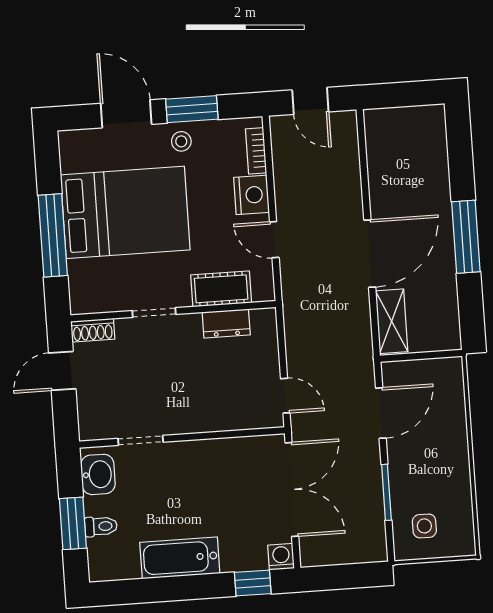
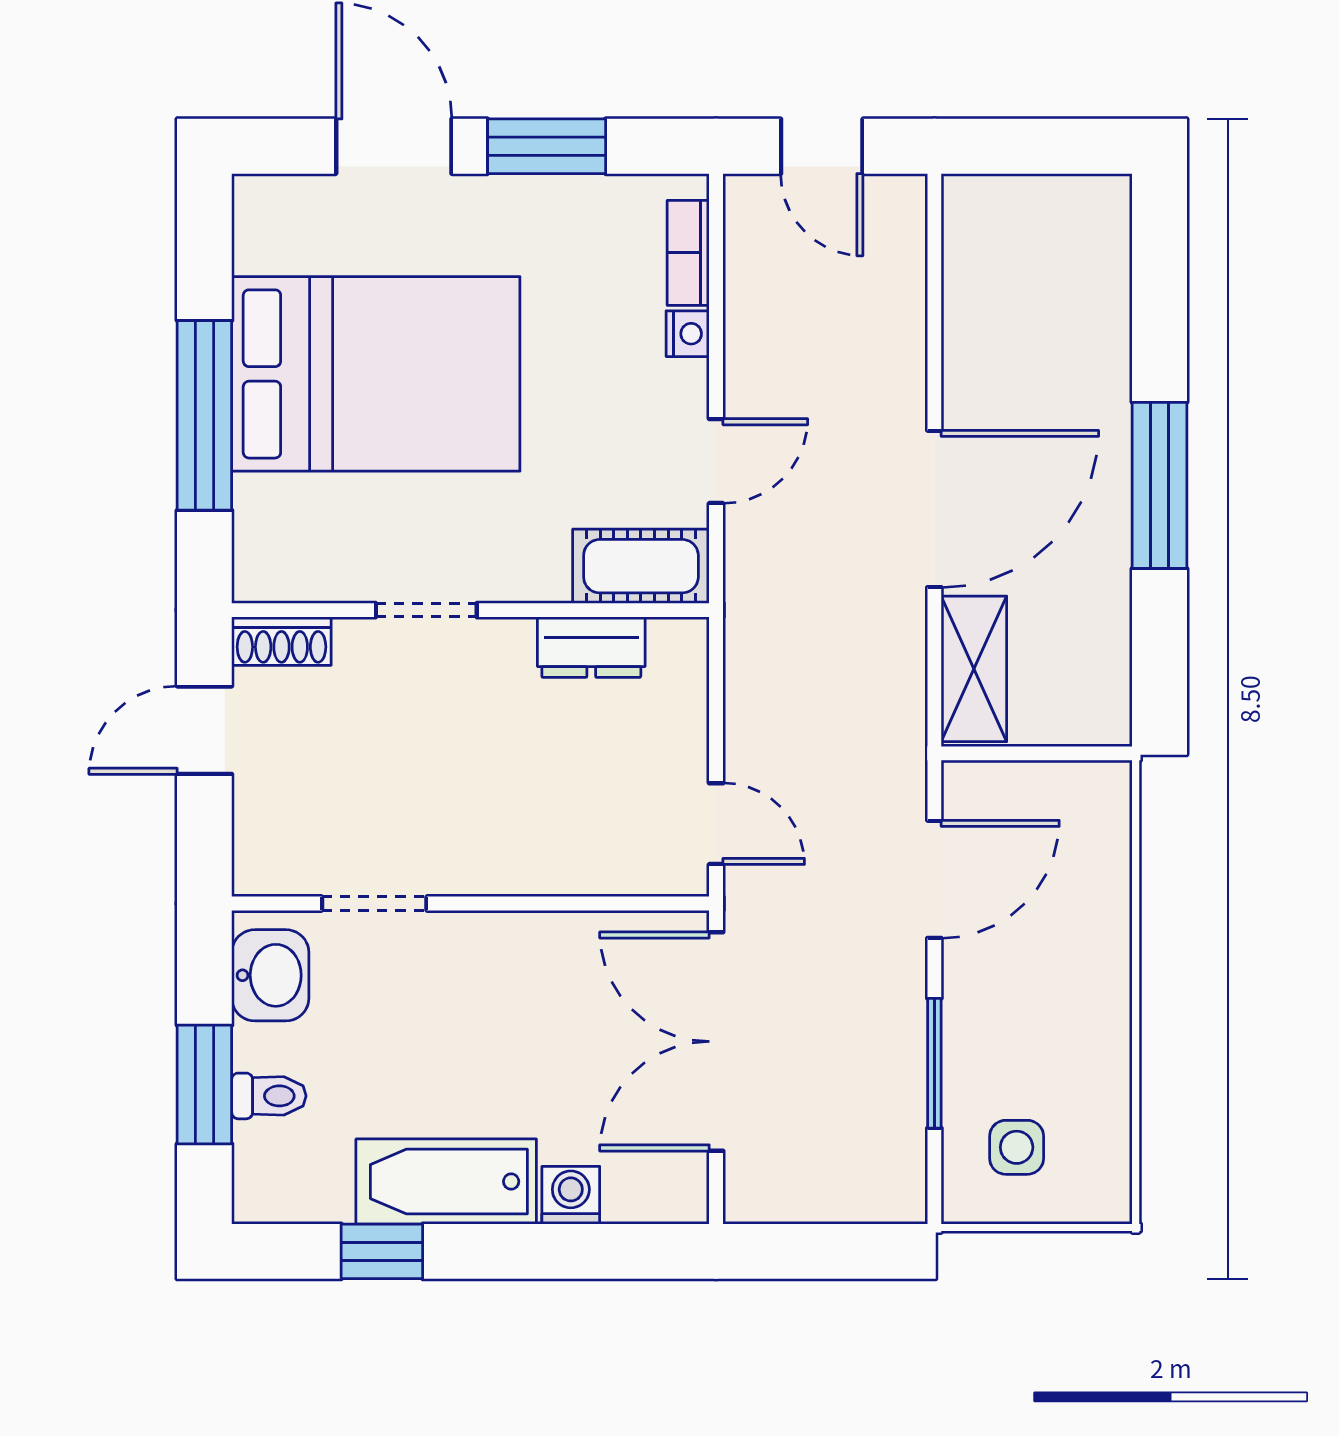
stool: (181, 141) -> (517, 219), removed
nightstand: (252, 195) -> (688, 334), width x0.53, depth x0.56
door: (274, 240) -> (716, 461), swing flipped
cot: (221, 289) -> (641, 566), moved
double door: (292, 489) -> (716, 1041), swing flipped
washing machine: (281, 557) -> (571, 1195), moved
window: (253, 583) -> (382, 1251), moved

